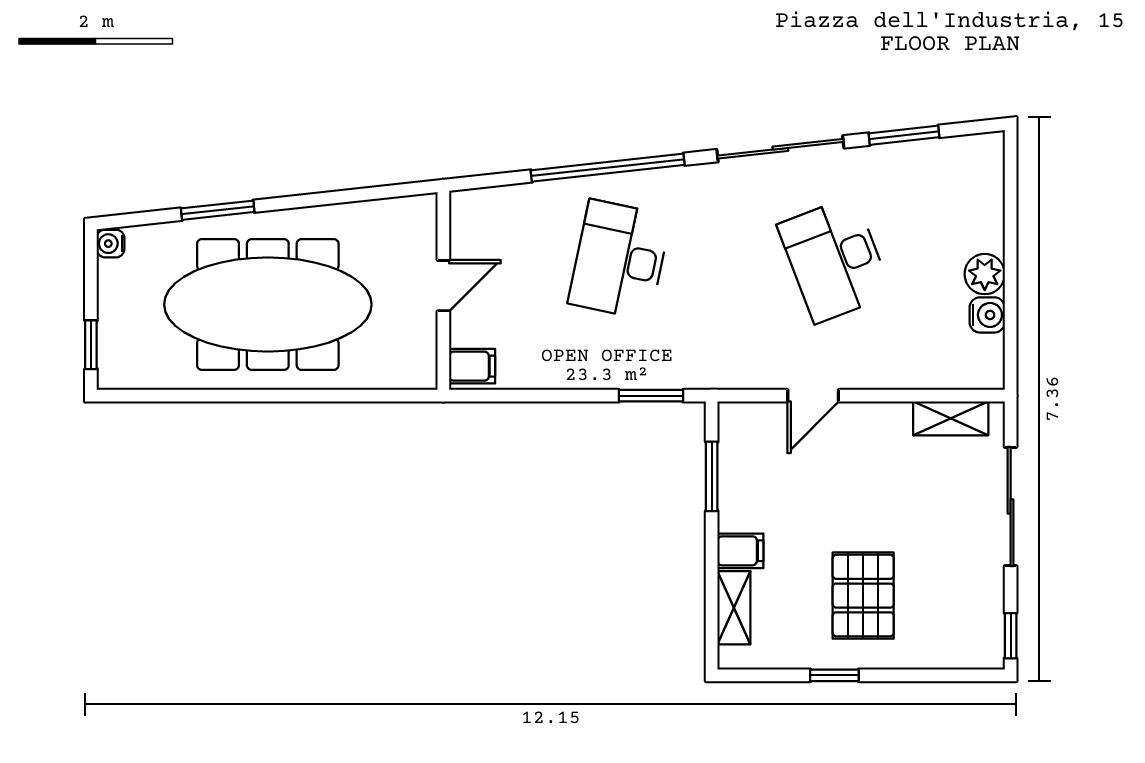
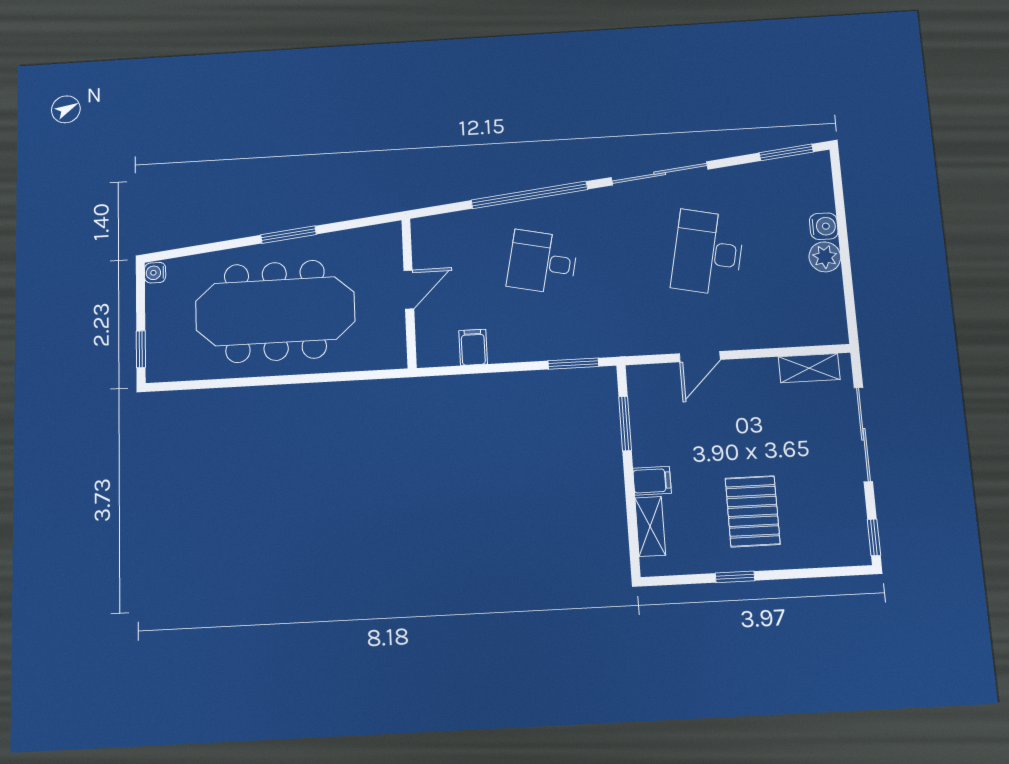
window: (904, 135) -> (786, 152), moved
window: (218, 210) -> (288, 235), moved
desk: (619, 260) -> (543, 262), width x0.73
desk: (835, 260) -> (708, 253), turned 33
water cooler: (987, 315) -> (824, 226), moved
filing cabinet: (472, 366) -> (473, 347), moved, turned -90

